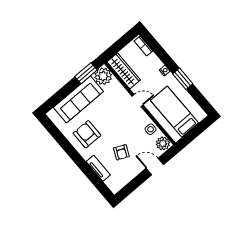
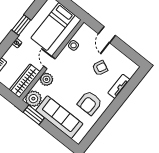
plant: (163, 143) -> (46, 79), moved

